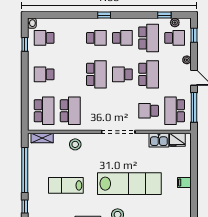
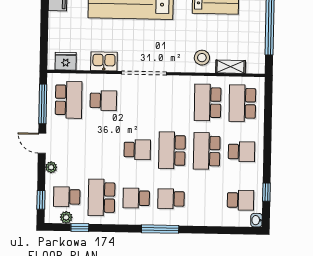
window: (104, 15) -> (160, 229), width x2.17
school desk: (149, 74) -> (207, 151), moved
shelving: (42, 138) -> (231, 67), moved
kitchen sink: (159, 140) -> (104, 61), moved

